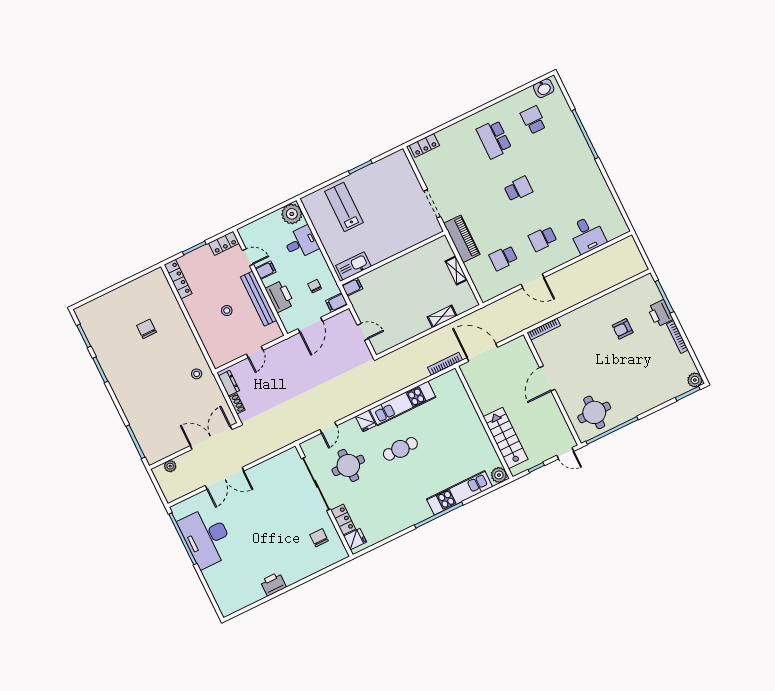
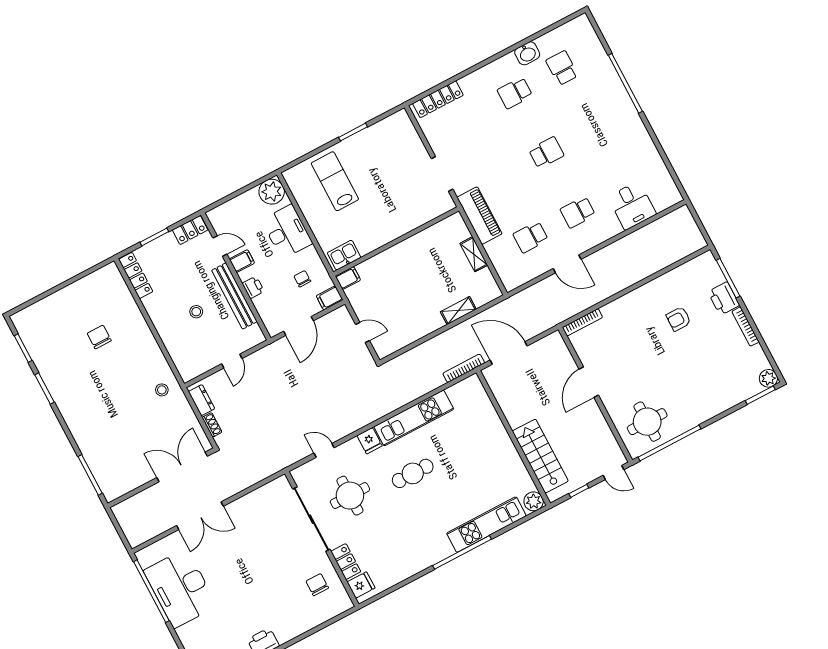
washbasin: (544, 88) -> (527, 53), moved
school desk: (494, 139) -> (515, 93), width x0.54
locker: (424, 145) -> (438, 99), width x1.53
desk: (301, 243) -> (287, 232), width x1.37
kitchen sink: (354, 266) -> (344, 255), width x0.73
printer: (280, 296) -> (253, 287), width x0.53, depth x0.68
door: (328, 428) -> (324, 450), swing flipped
plant: (170, 466) -> (133, 503), removed

